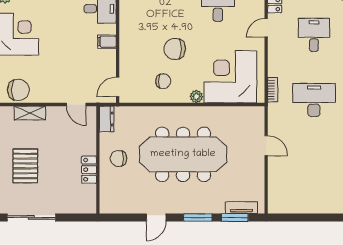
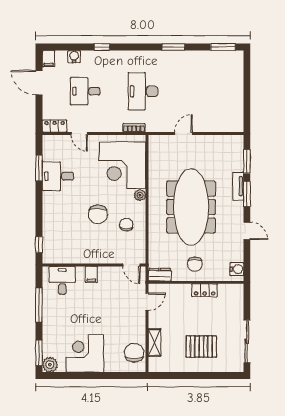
water cooler: (113, 206) -> (237, 269), added
tv unit: (241, 208) -> (238, 186), moved

